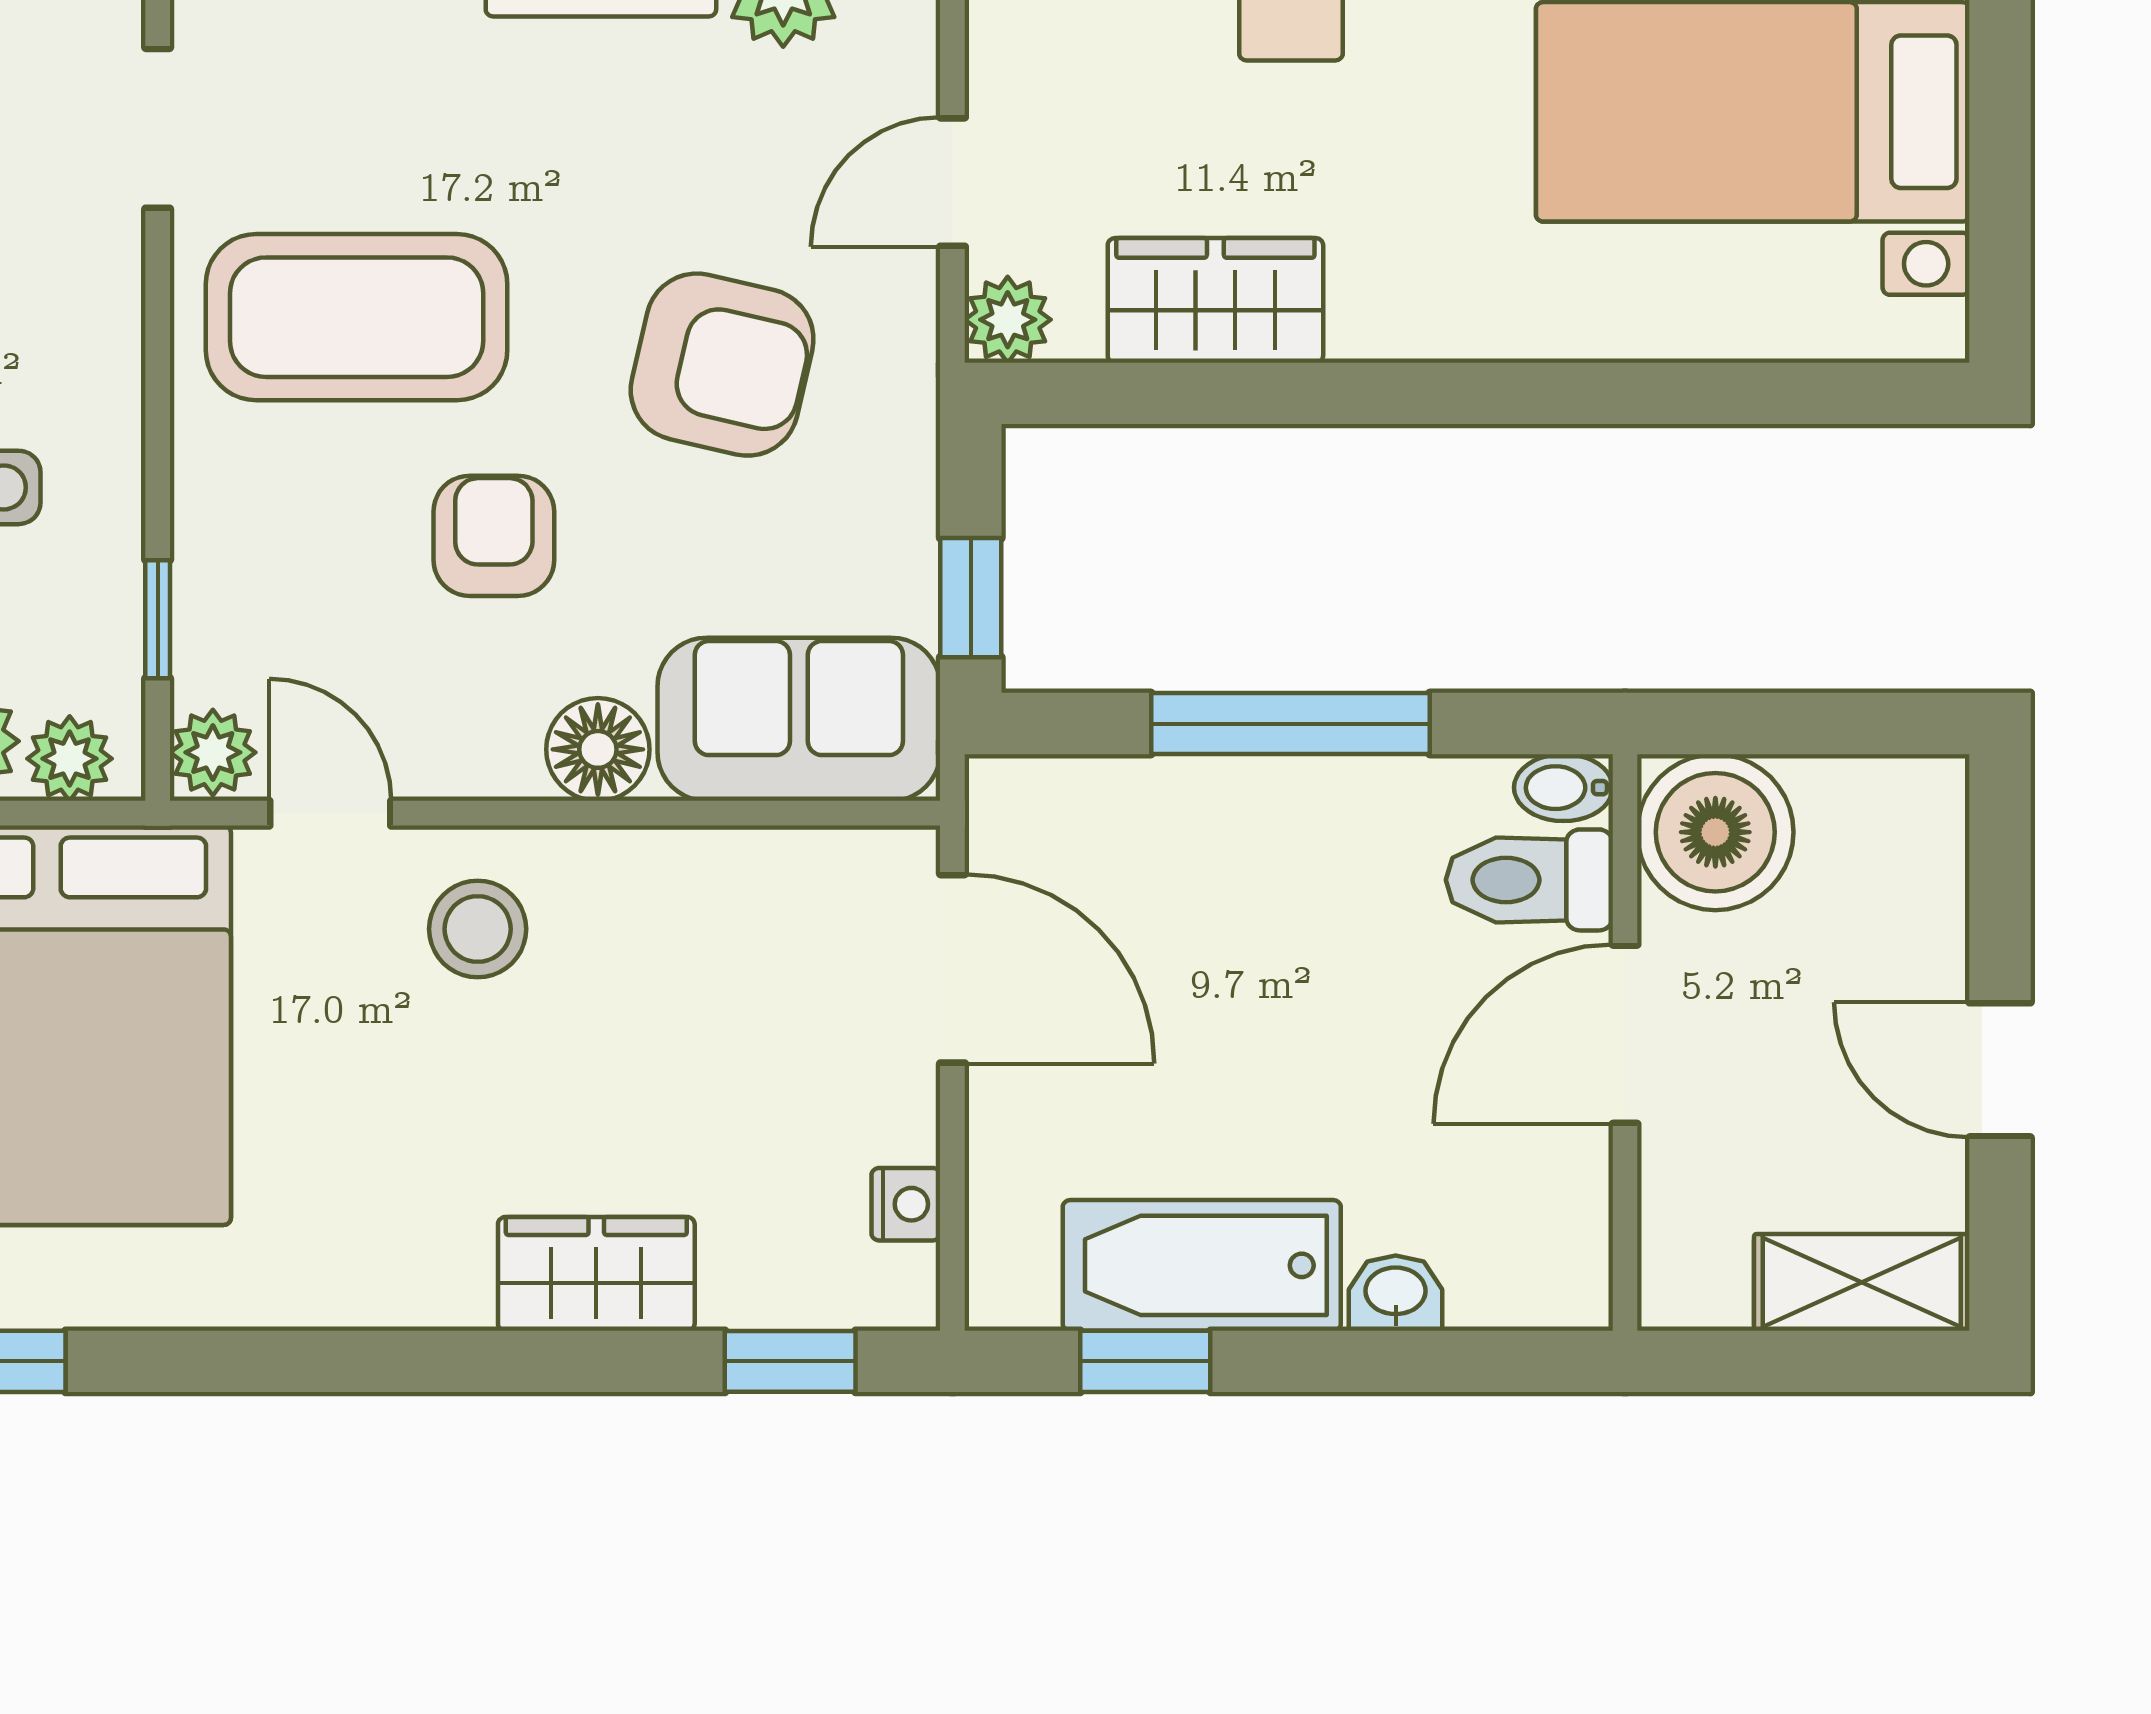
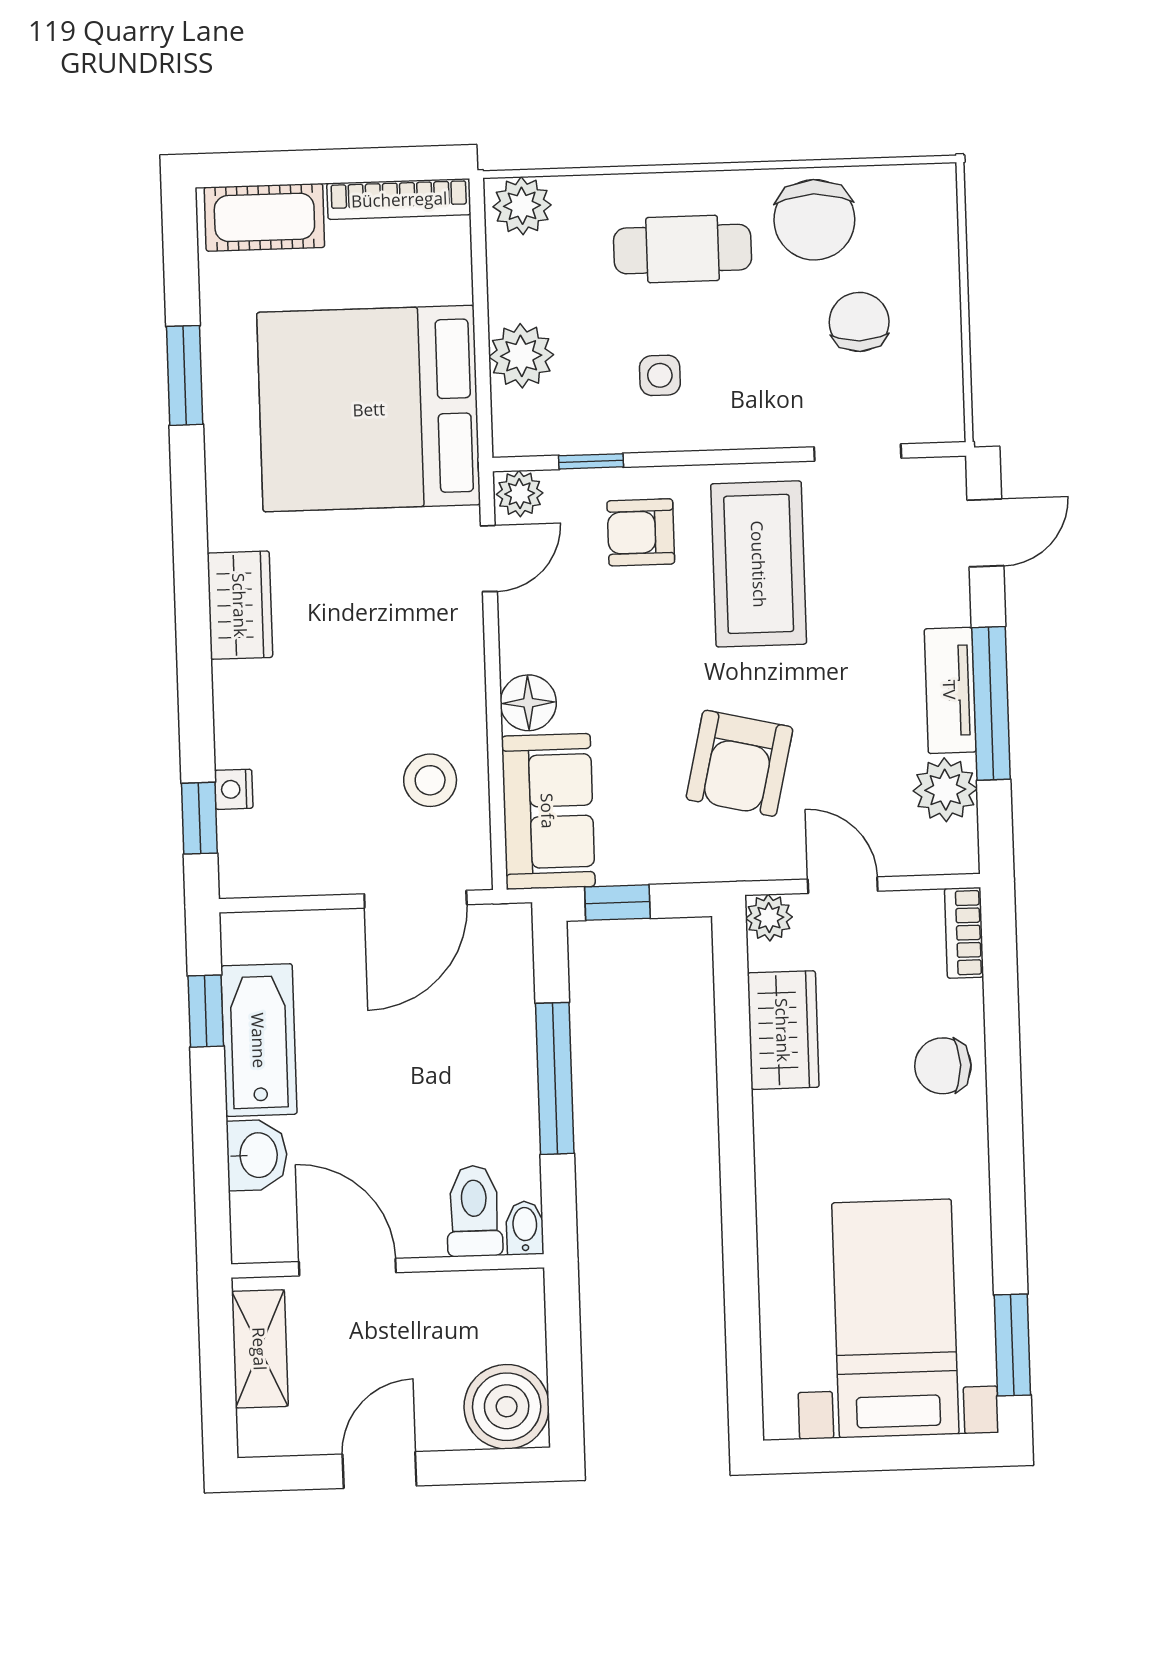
armchair: (494, 536) -> (641, 532), moved, turned 180
plant: (70, 759) -> (514, 416), removed
boiler: (1715, 832) -> (507, 1407), moved
stool: (478, 929) -> (430, 780), moved
door: (1625, 1034) -> (347, 1267), moved
nightstand: (906, 1204) -> (234, 789), moved, turned 90
wardrobe: (596, 1274) -> (240, 605), moved
shelving: (1862, 1282) -> (260, 1349), moved
washbasin: (1396, 1293) -> (257, 1155), width x1.38, depth x1.45

